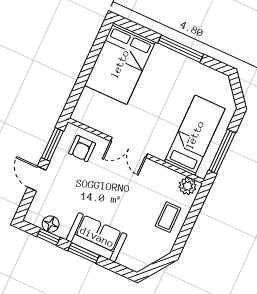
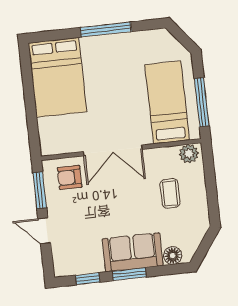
armchair: (82, 148) -> (70, 177), turned 90
double door: (129, 148) -> (113, 150), width x1.37
coffee table: (168, 217) -> (170, 193), moved
floor lamp: (51, 224) -> (173, 256), moved

